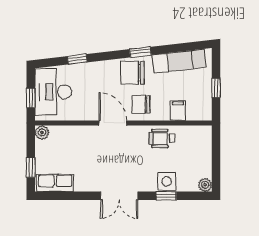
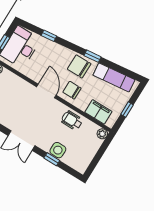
filing cabinet: (178, 110) -> (98, 112), width x2.00
plant: (205, 185) -> (102, 134), moved

